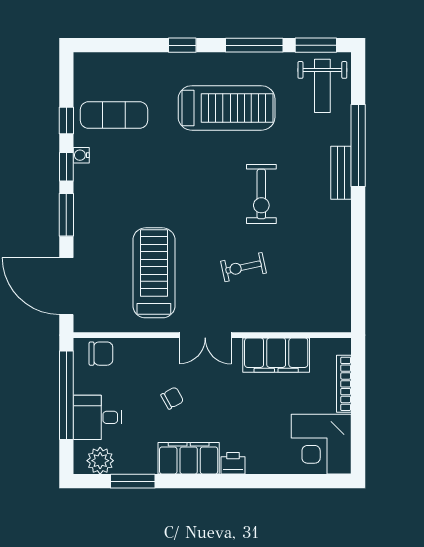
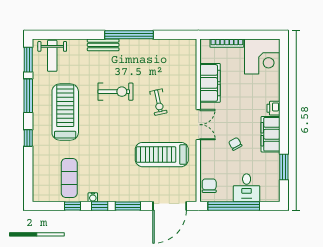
weight bench: (322, 86) -> (52, 56), turned 90
window: (358, 146) -> (129, 35), moved
plant: (100, 461) -> (272, 186), removed

